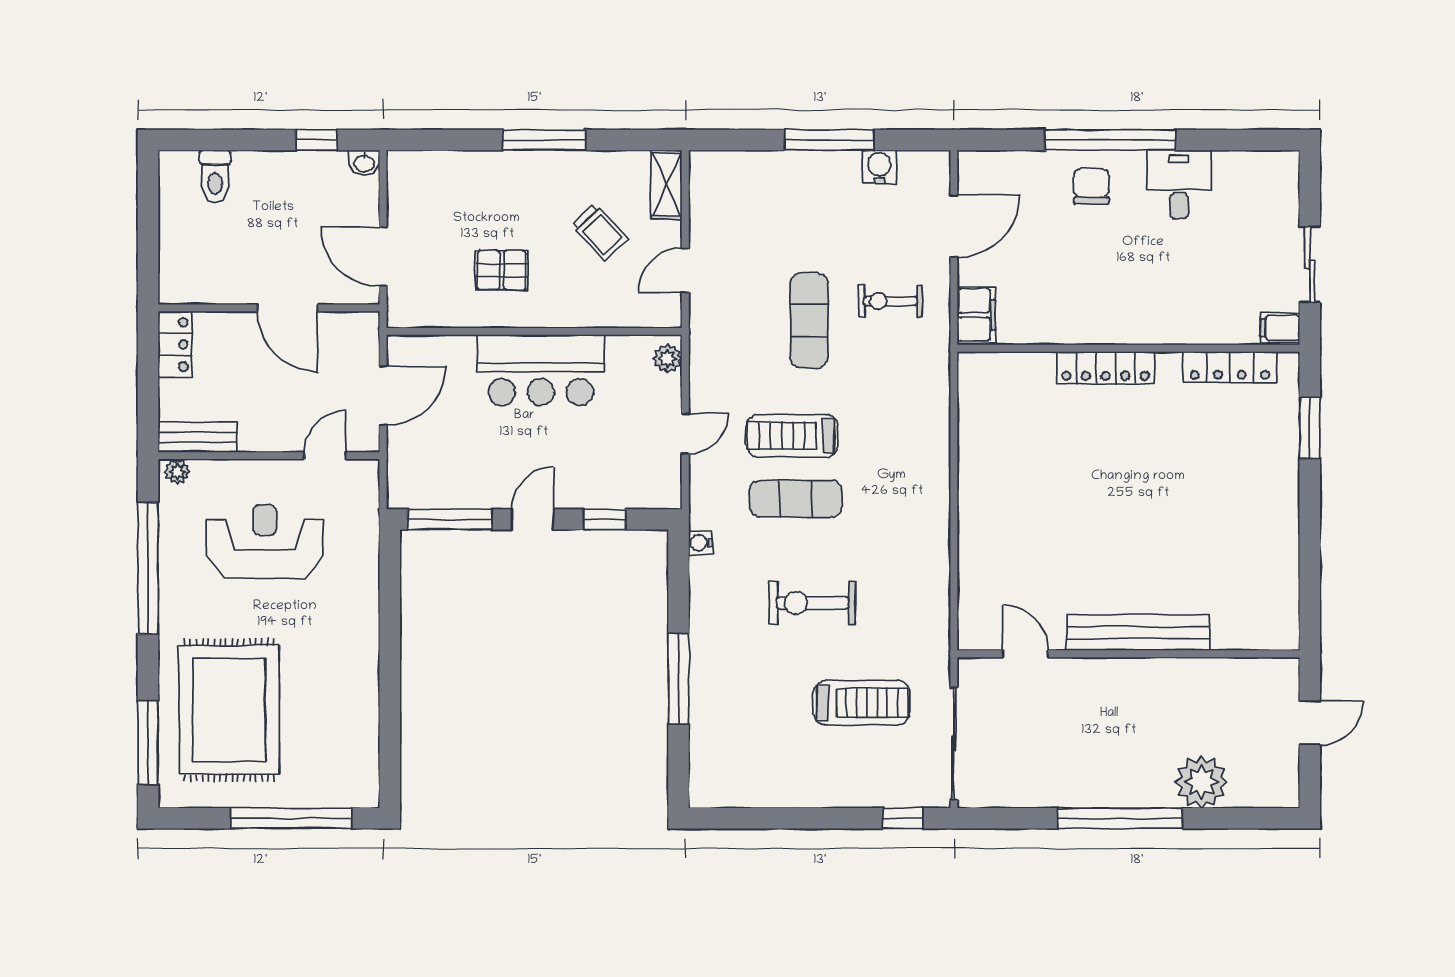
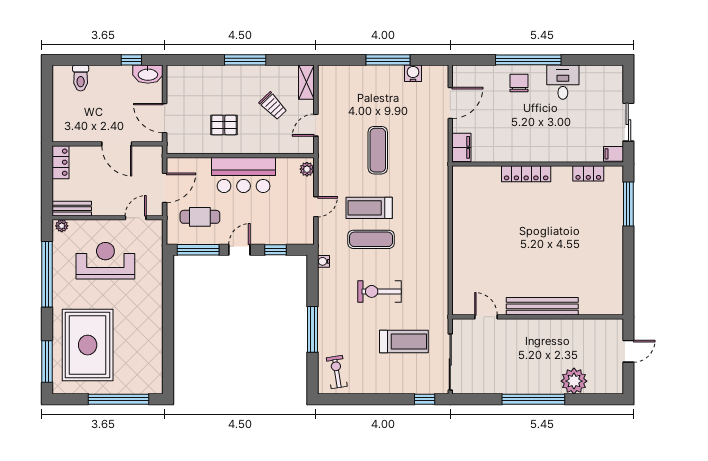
washbasin: (364, 163) -> (148, 74), width x1.91, depth x1.45
exercise bike: (890, 301) -> (337, 372), moved, turned 81
locker: (1230, 367) -> (588, 173), width x0.66
window: (1310, 428) -> (628, 204), width x1.44
cafe table: (454, 454) -> (200, 217), added

